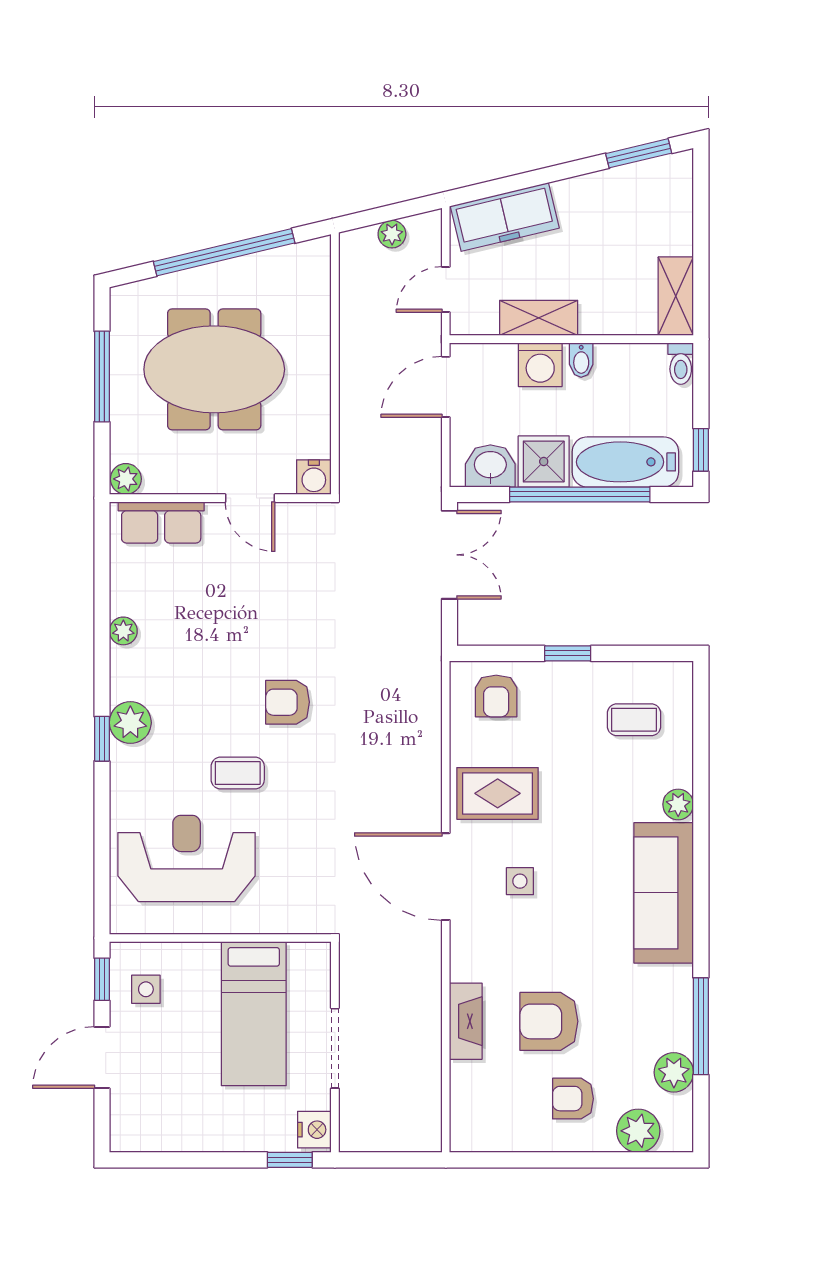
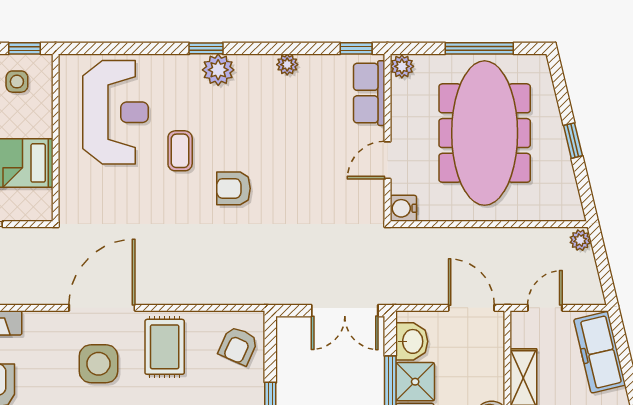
plant: (392, 234) -> (580, 240), moved
window: (224, 252) -> (573, 141), width x0.32
door: (446, 290) -> (545, 308), hinge flipped
washing machine: (540, 365) -> (488, 379), removed
meeting table: (214, 369) -> (485, 133), width x1.36
window: (102, 540) -> (356, 48), added
armchair: (496, 696) -> (238, 346), turned -66
armchair: (288, 702) -> (234, 188), turned -90
side table: (520, 881) -> (98, 364), width x1.87, depth x1.87

